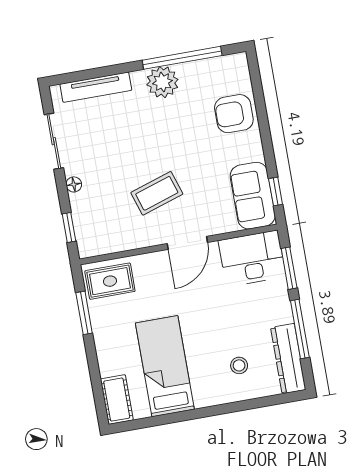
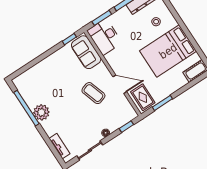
tv unit: (96, 87) -> (60, 146), width x0.71
armchair: (234, 114) -> (42, 73), removed
sofa: (253, 196) -> (86, 52), moved, turned 90
door: (187, 243) -> (120, 84), moved
bed: (165, 366) -> (168, 51), width x1.50

